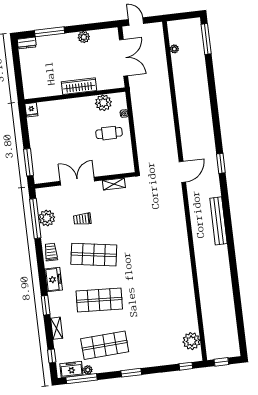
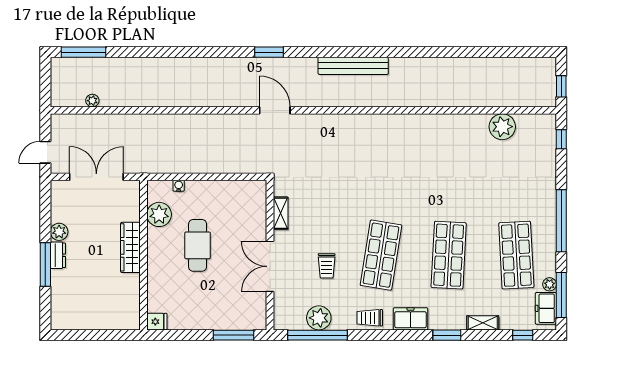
window: (50, 32) -> (45, 265), moved
dresser: (27, 43) -> (58, 255), moved
cafe table: (109, 133) -> (198, 245), moved, width x1.37, depth x1.35
plant: (191, 341) -> (502, 127), moved
window: (131, 373) -> (561, 221), width x2.11

